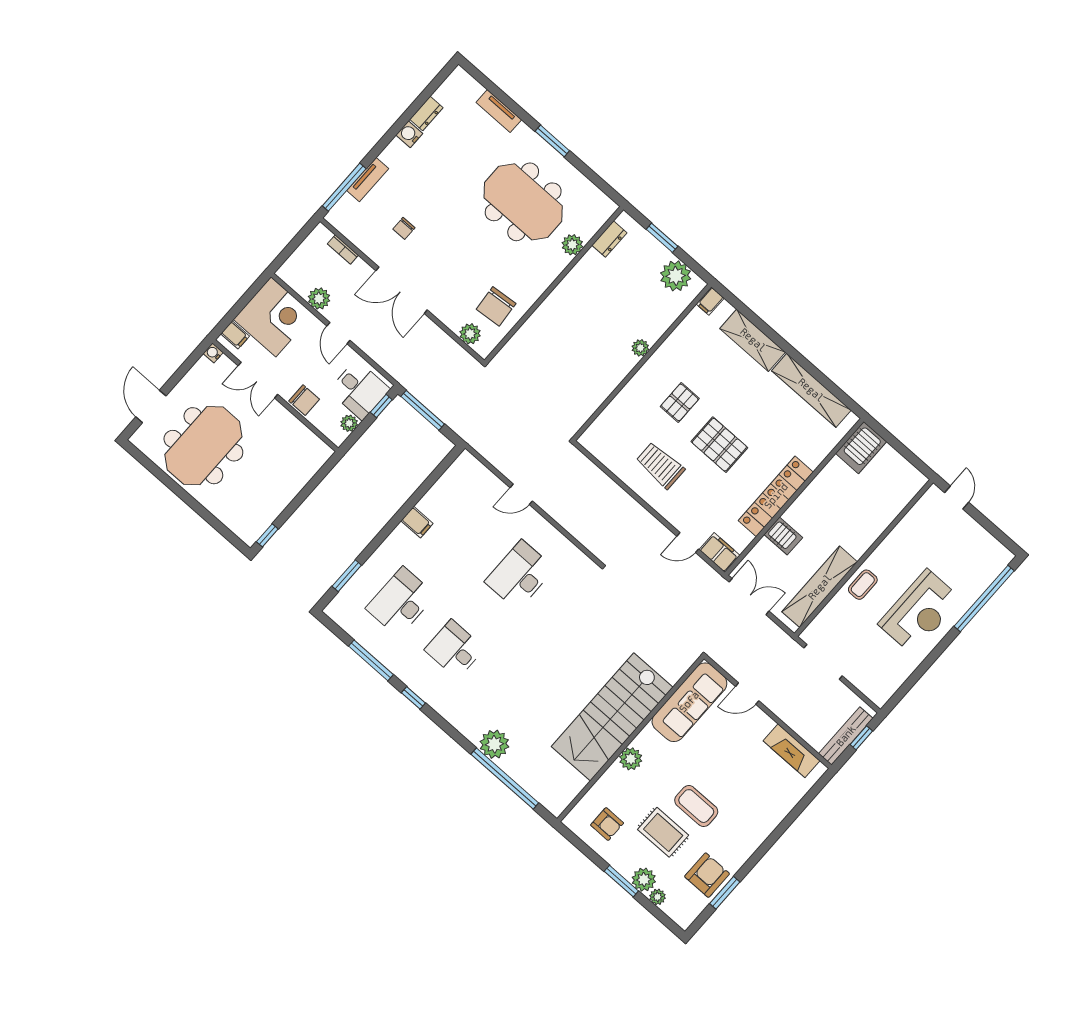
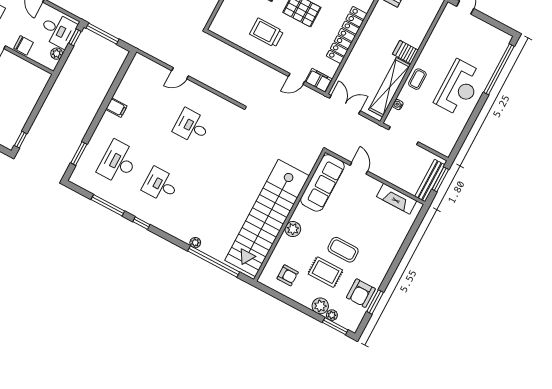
server rack: (783, 536) -> (405, 52), moved, turned 180
desk: (520, 575) -> (192, 126), width x0.73
water cooler: (826, 615) -> (398, 105), added
door: (747, 694) -> (359, 168), swing flipped
stairs: (612, 717) -> (267, 218), width x1.36
window: (861, 738) -> (440, 179), width x1.50
plant: (494, 744) -> (195, 243), width x0.53, depth x0.53
armchair: (707, 875) -> (361, 293), turned 180
window: (621, 881) -> (335, 326), moved

